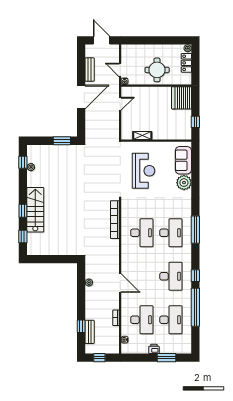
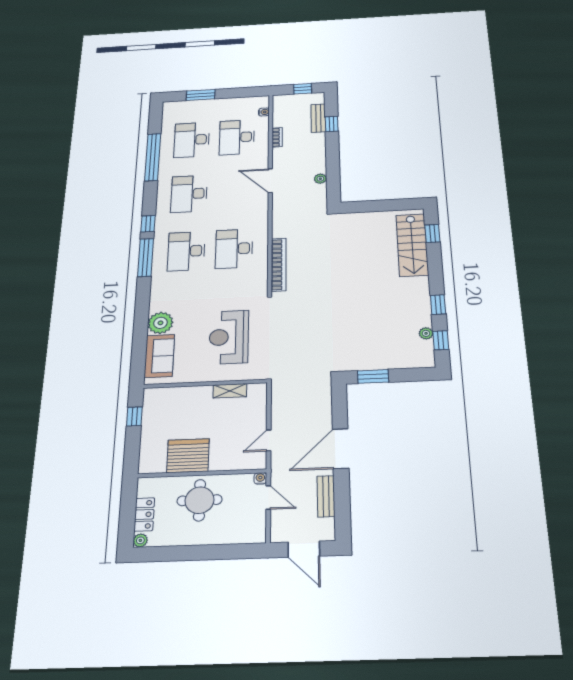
server rack: (182, 98) -> (188, 456), moved, turned -90
stairs: (35, 210) -> (412, 245), moved
window: (23, 211) -> (438, 305), moved
window: (195, 276) -> (148, 224), moved
printer: (154, 349) -> (219, 104), removed

